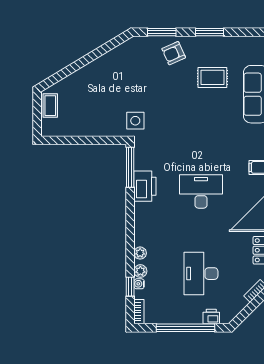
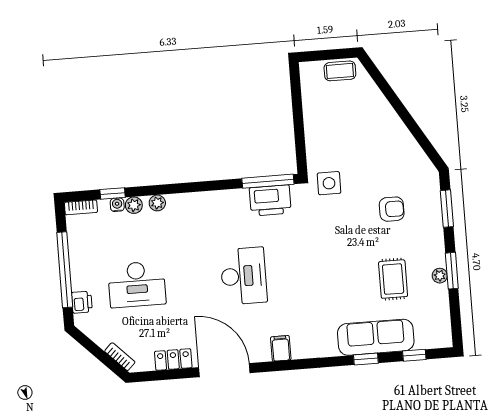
plant: (213, 42) -> (440, 276), added
armchair: (174, 53) -> (392, 209), moved, turned 114
printer: (145, 186) -> (270, 200), moved
desk: (201, 274) -> (137, 284), turned 180

